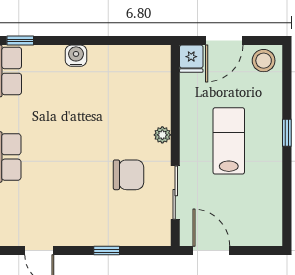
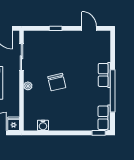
water cooler: (76, 56) -> (43, 125), moved
chair: (128, 175) -> (57, 82), moved, turned -103

